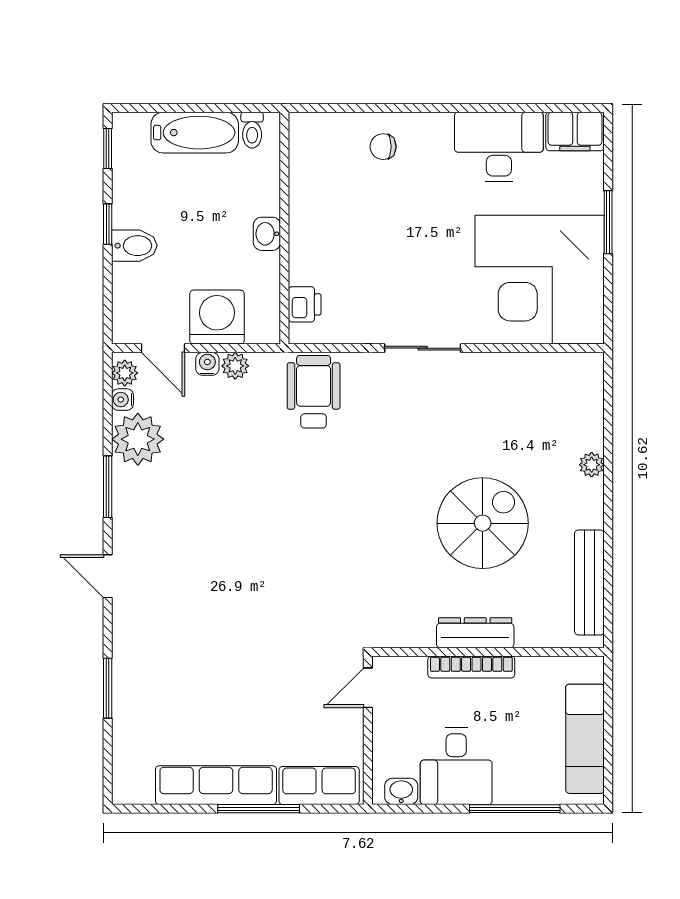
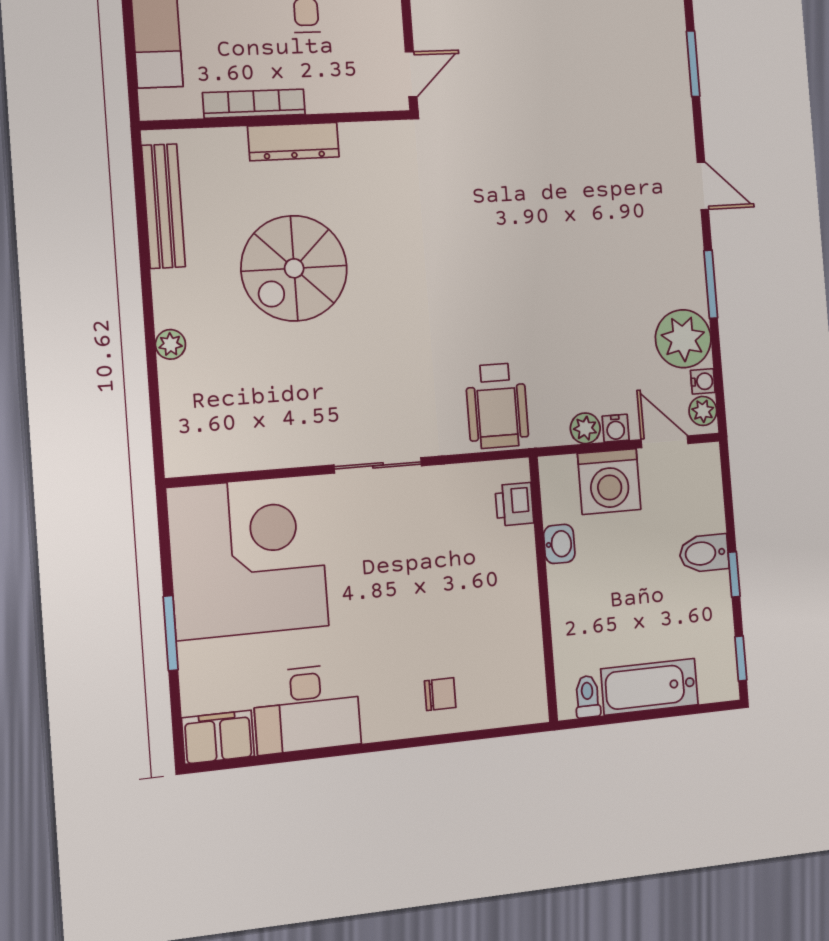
washbasin: (267, 234) -> (559, 544), moved
bookcase: (471, 667) -> (254, 104), moved

